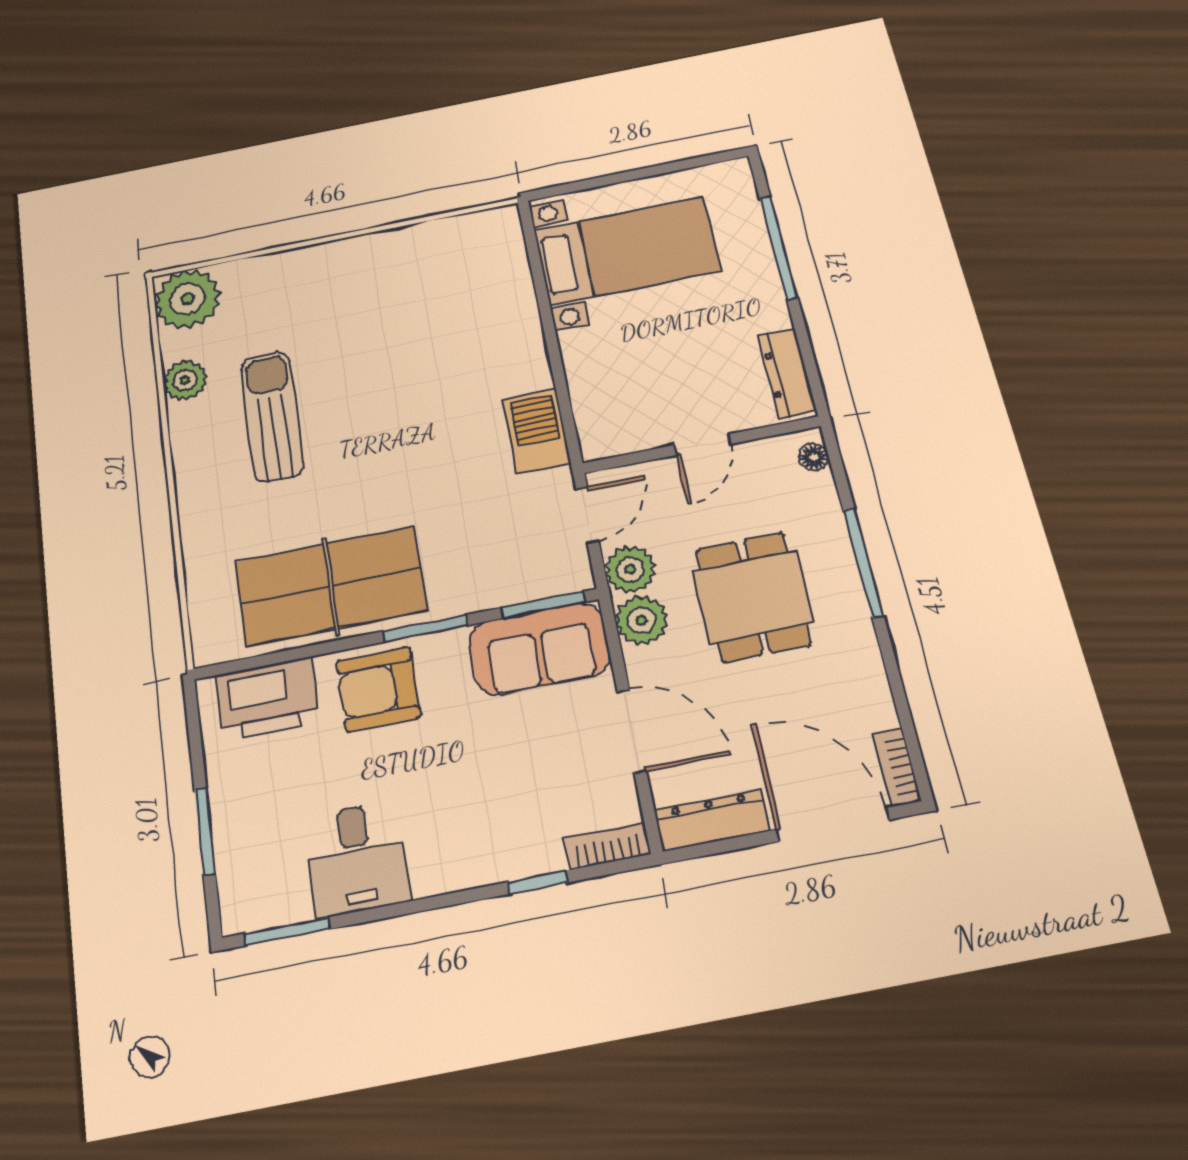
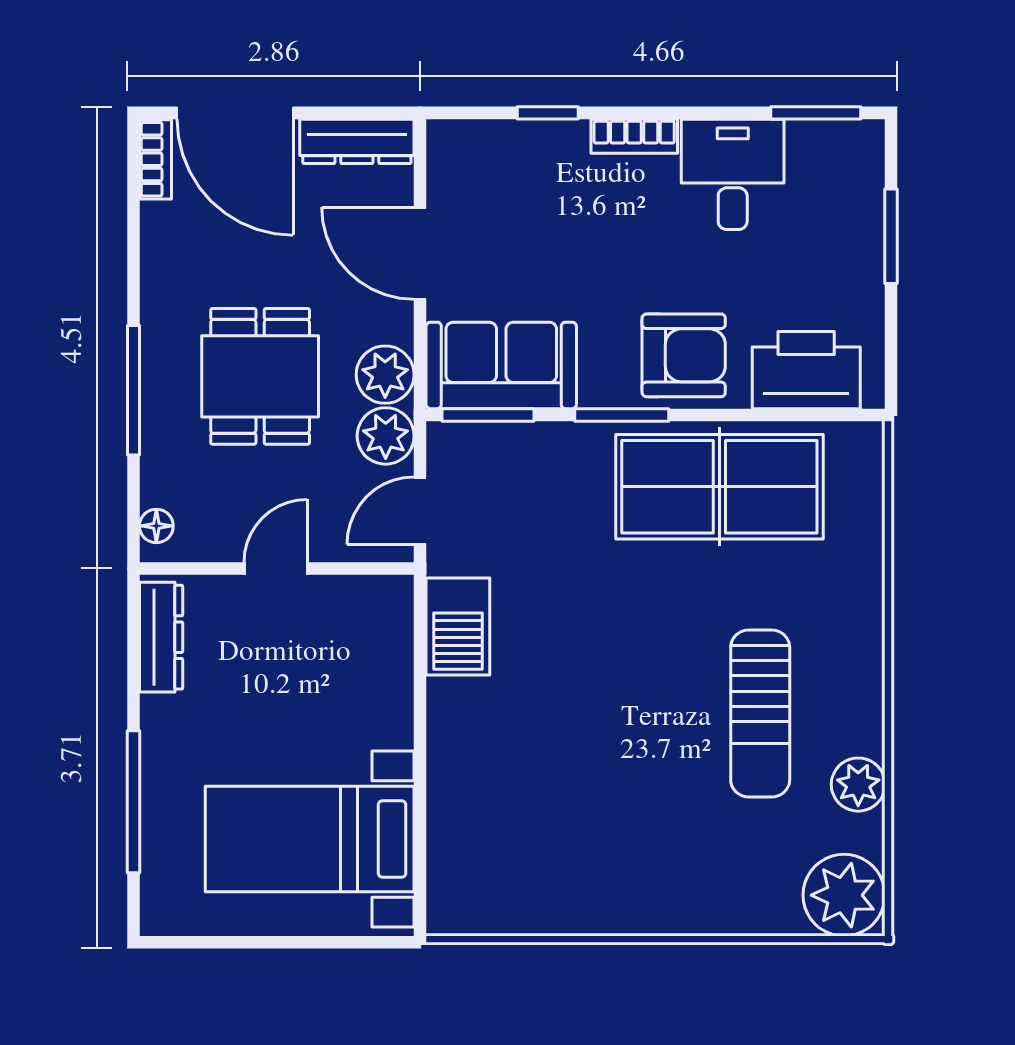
bookcase: (607, 846) -> (634, 136), moved

